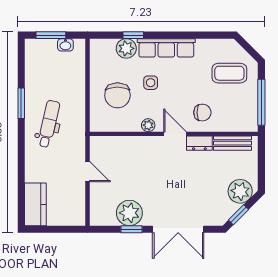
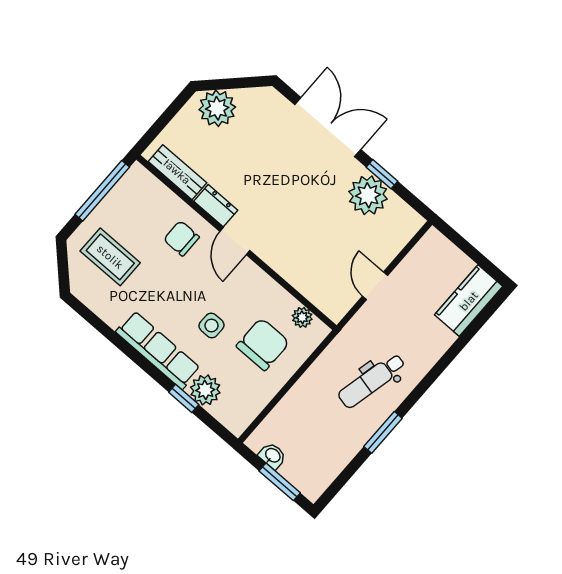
plant: (148, 125) -> (302, 317), moved
window: (239, 215) -> (243, 83), removed

